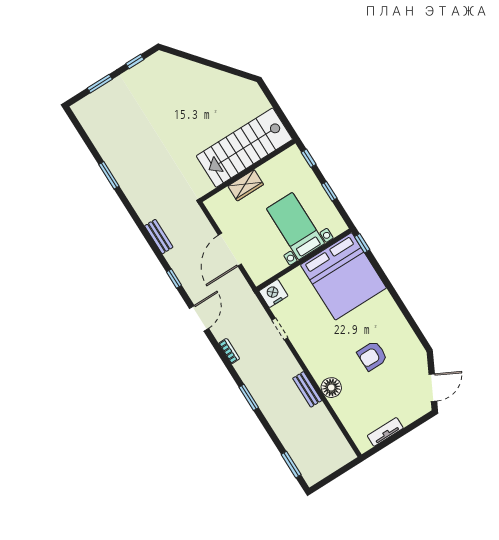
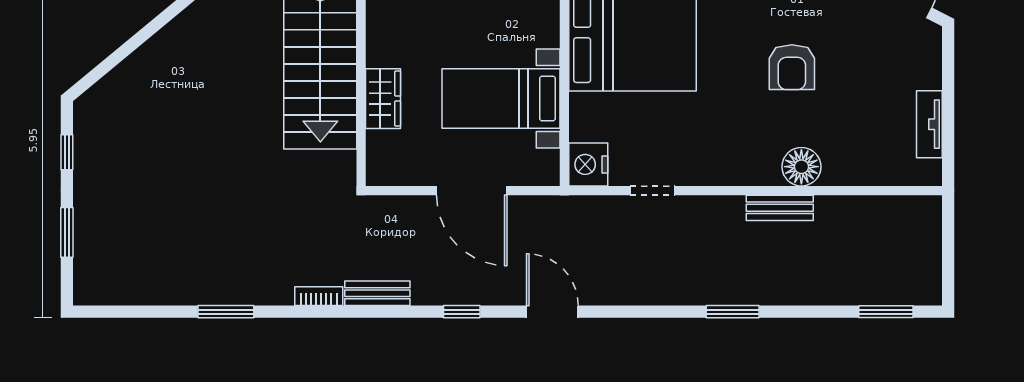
bed with nightstands: (296, 226) -> (501, 98), moved
bookcase: (229, 351) -> (319, 296), moved

